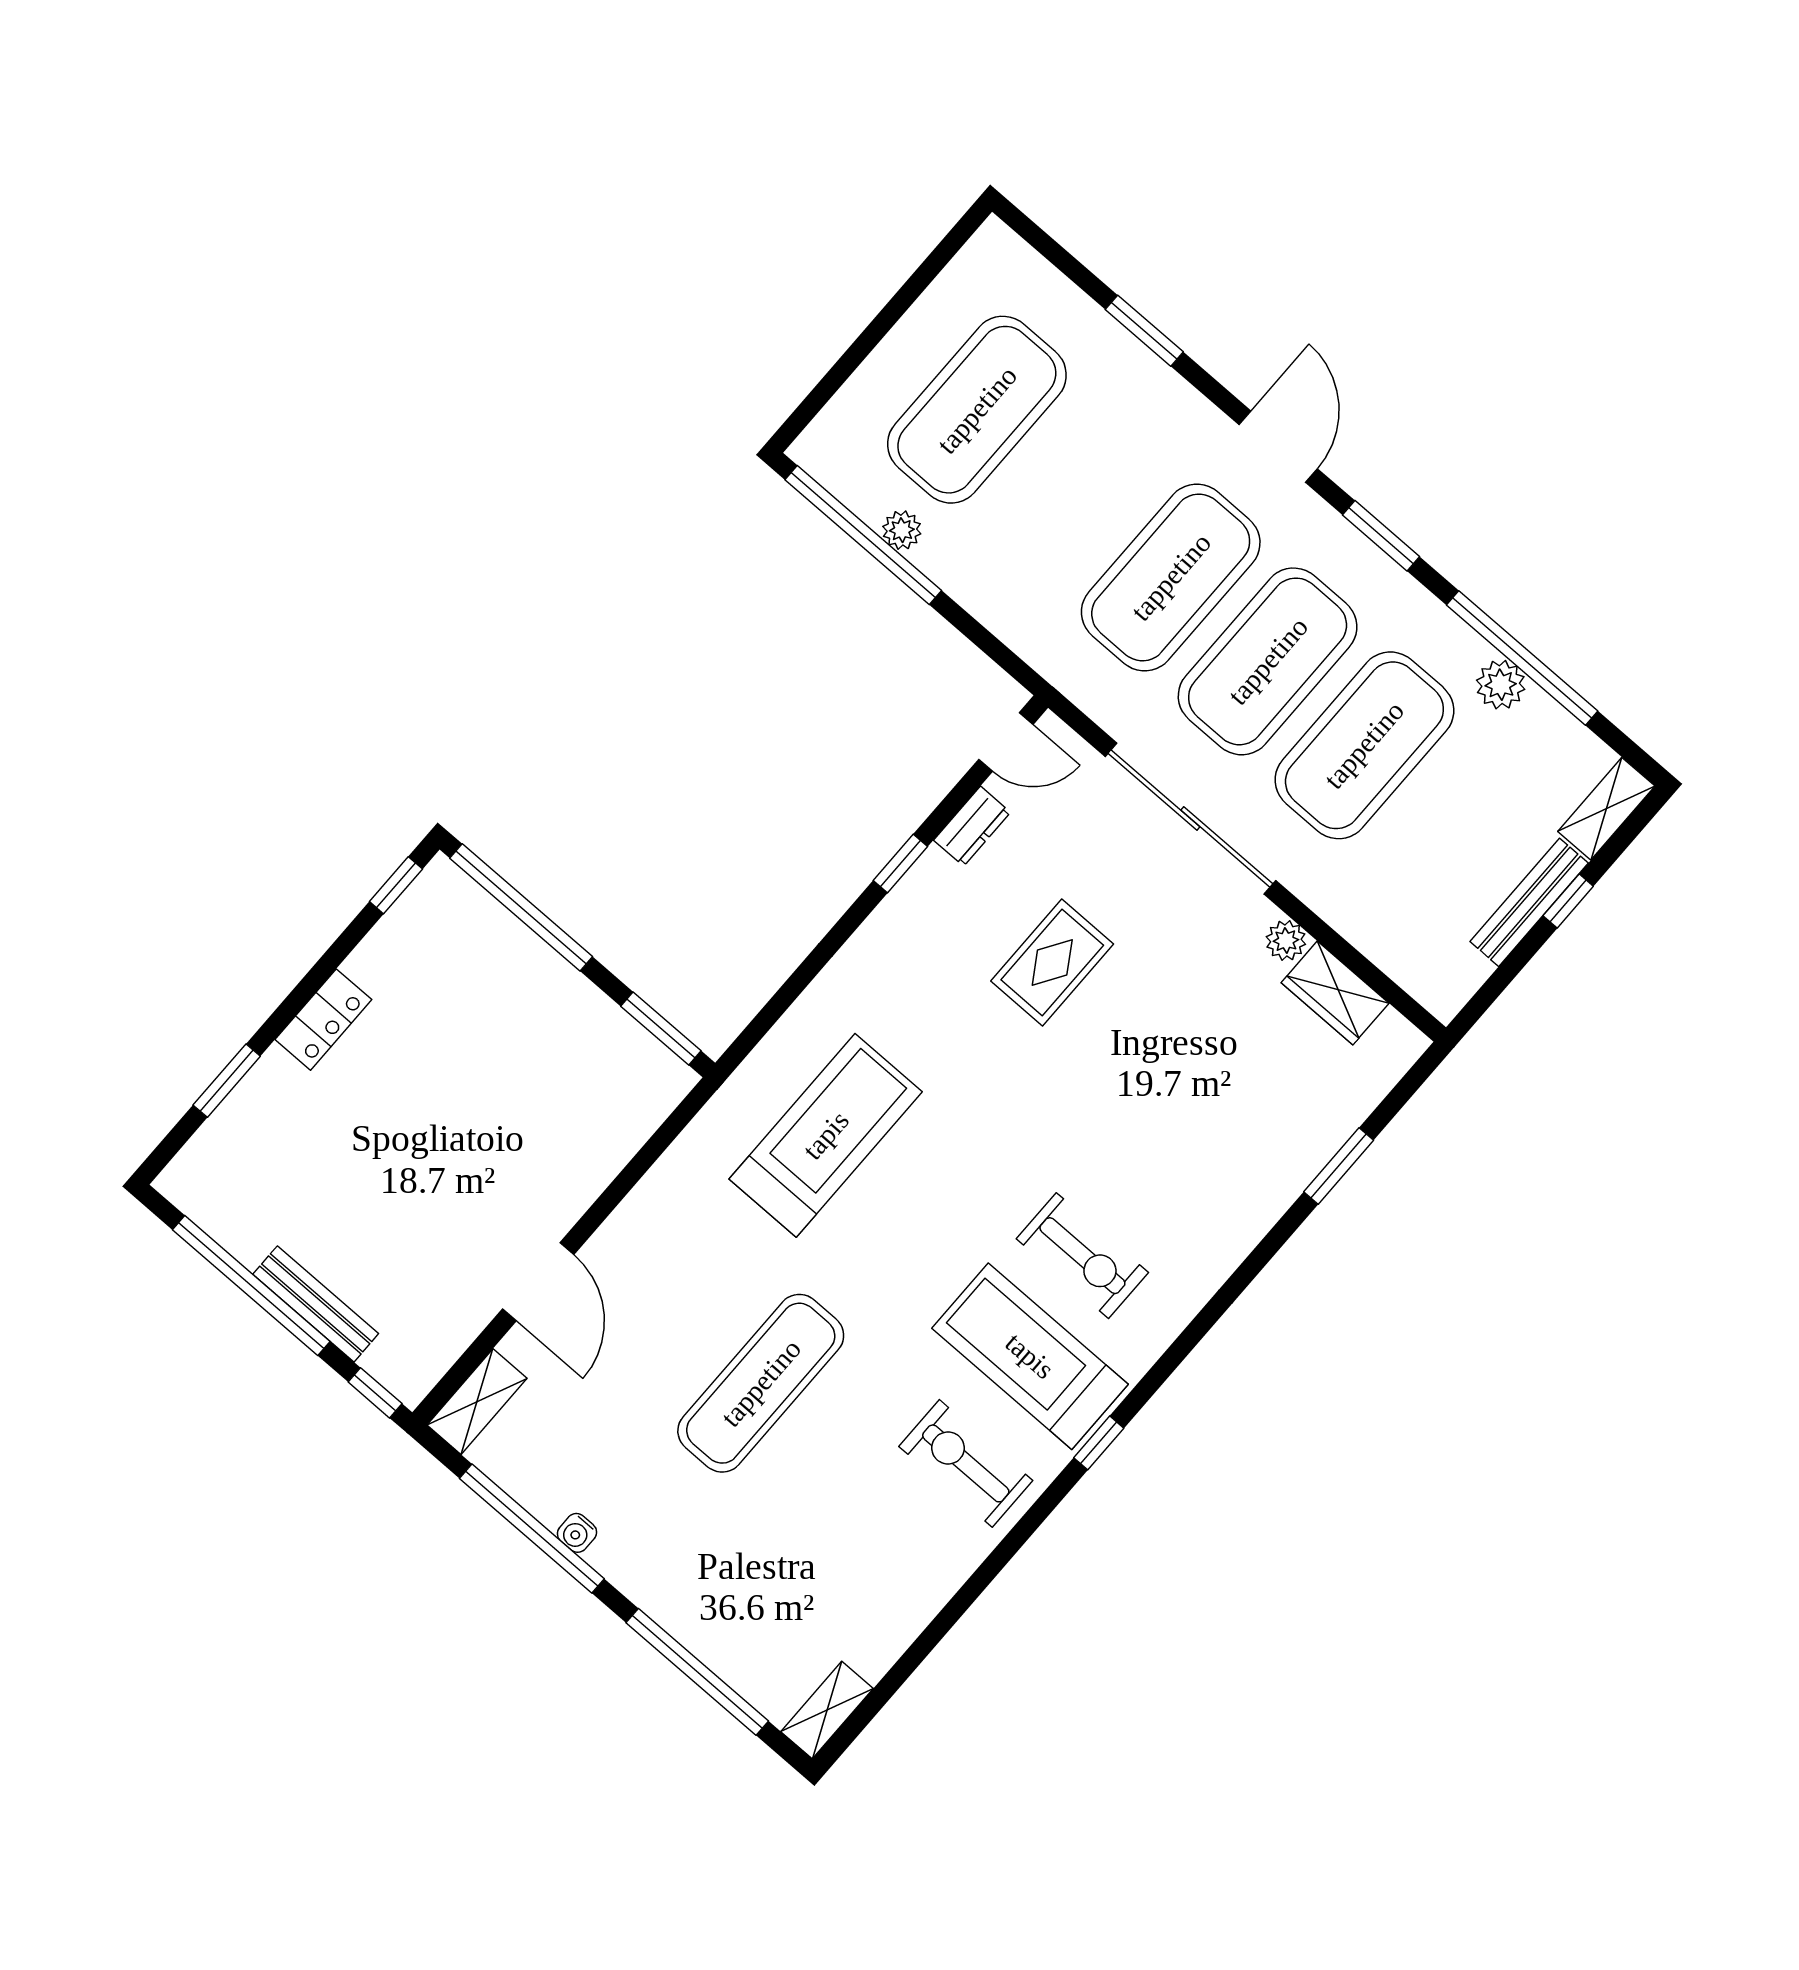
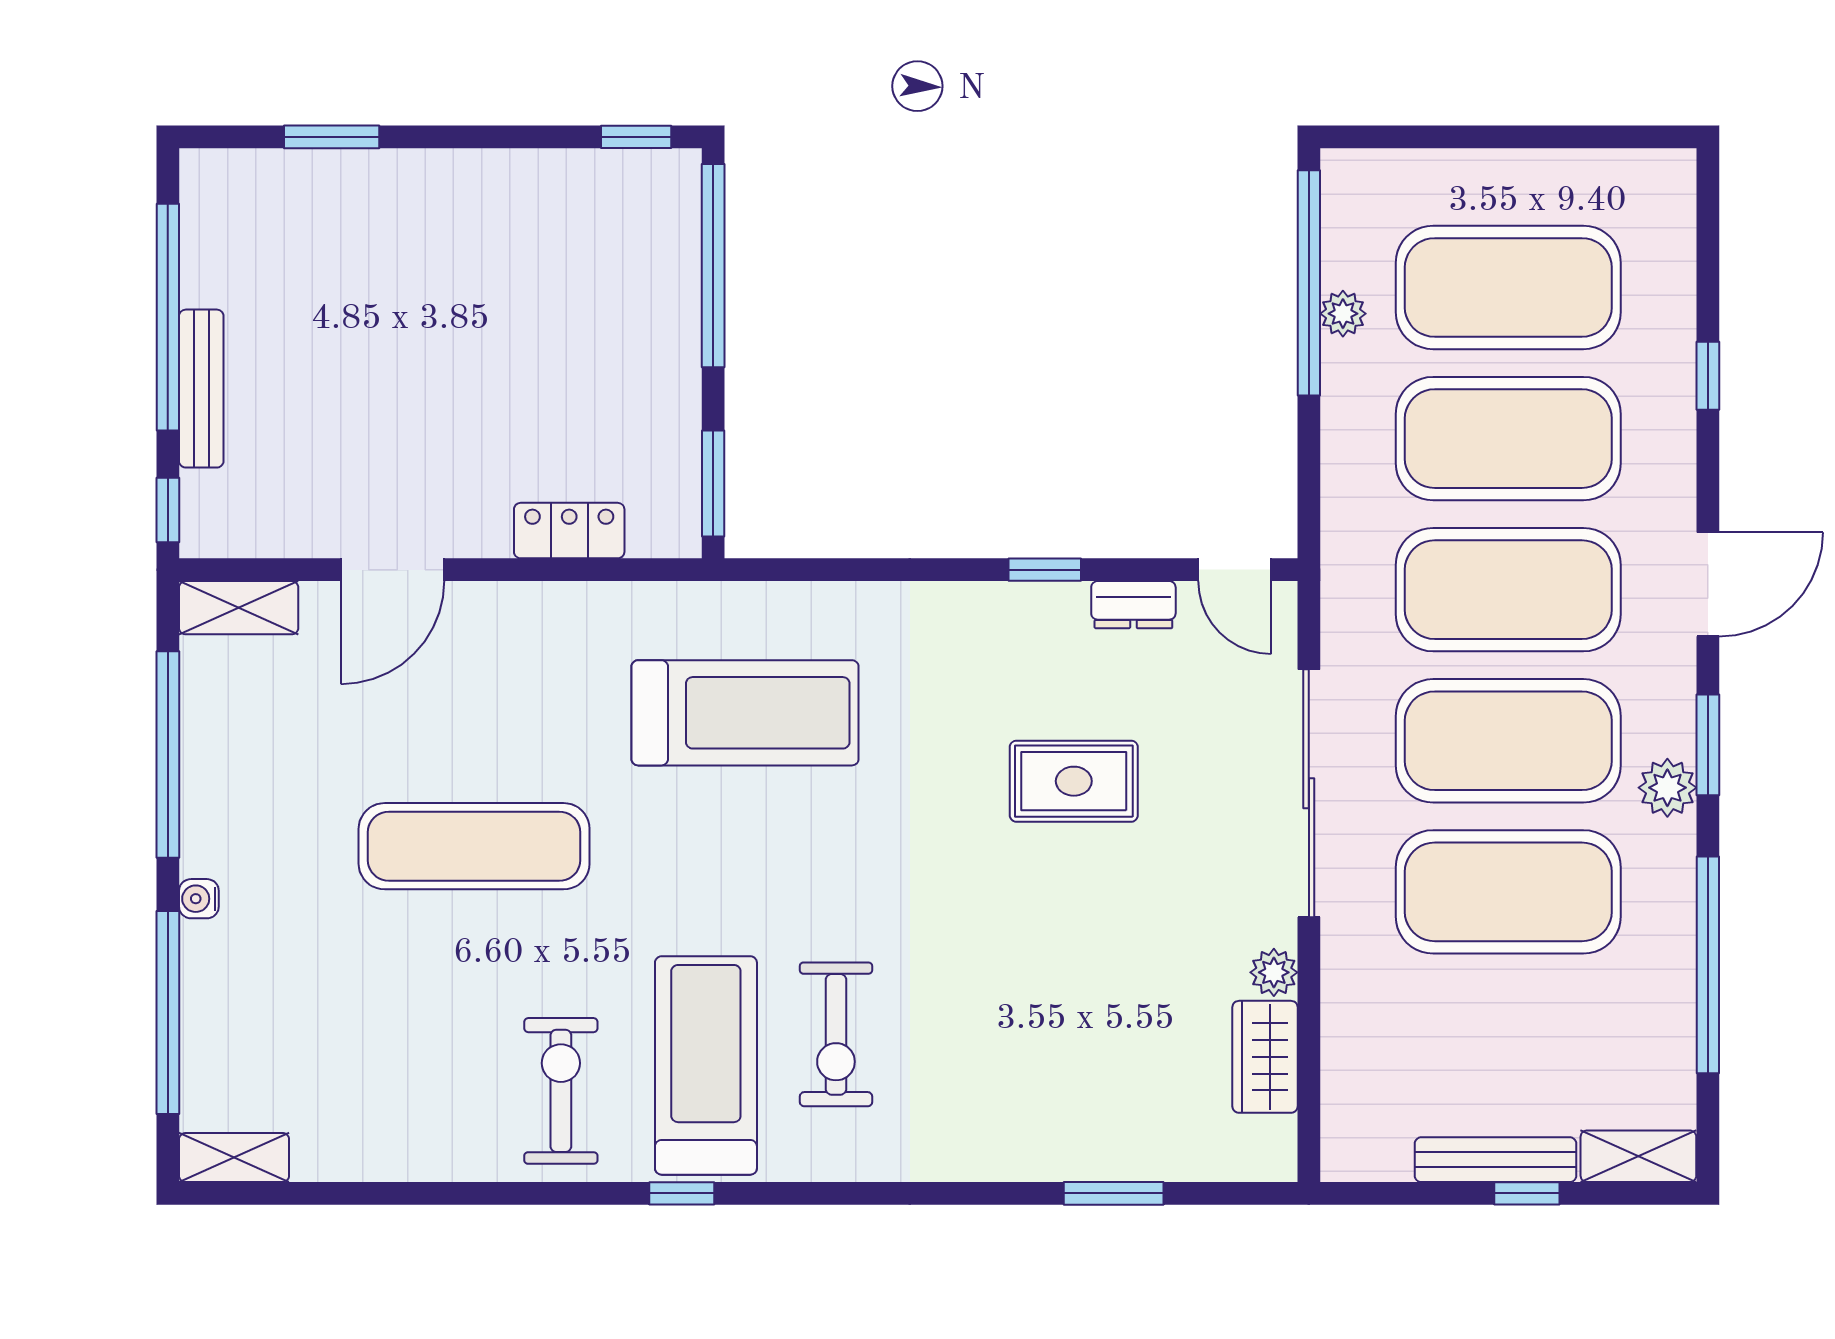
window: (1144, 331) -> (1708, 376), width x0.67
exercise mat: (1074, 494) -> (1508, 439), added
plant: (1501, 685) -> (1667, 788), moved
locker: (323, 1020) -> (569, 531), moved, turned 180
water cooler: (577, 1533) -> (199, 899), moved

